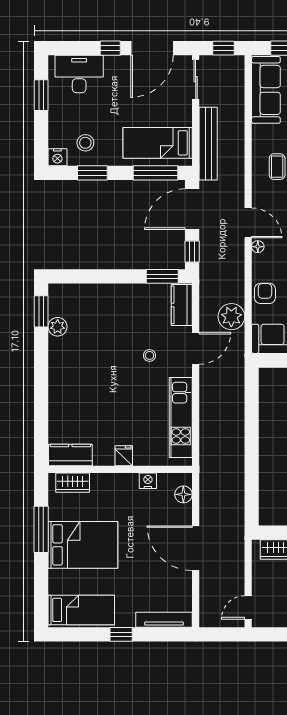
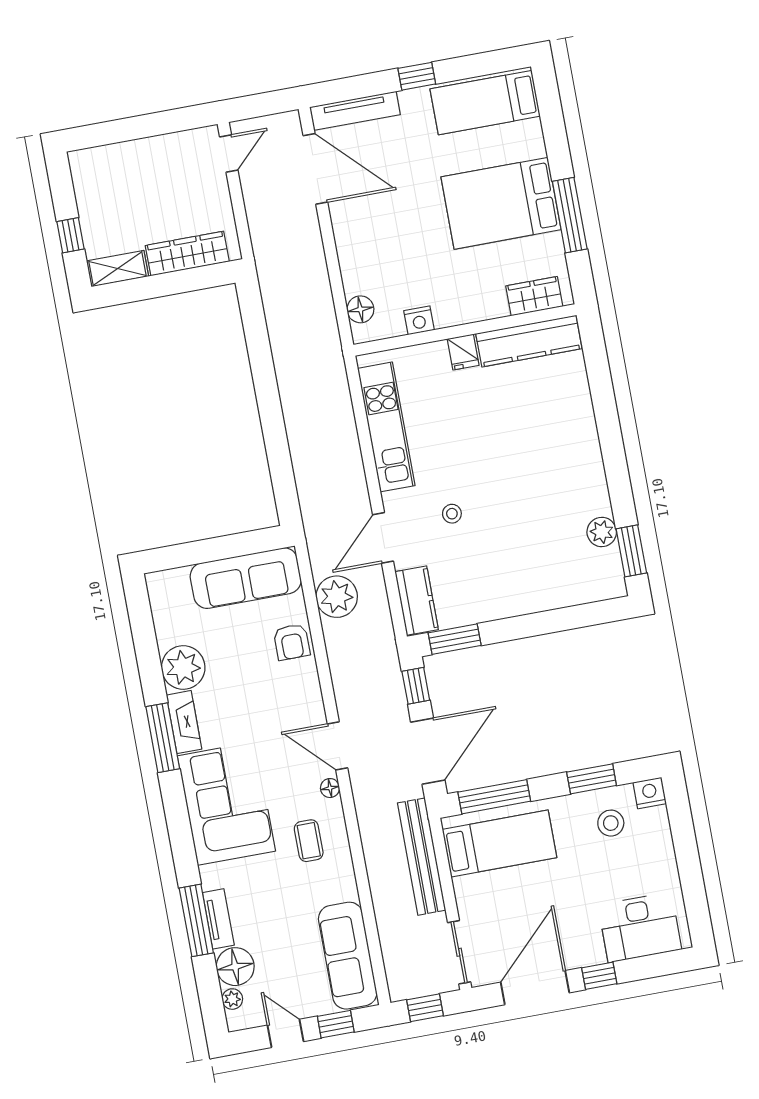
window: (41, 95) -> (692, 884), removed
floor lamp: (258, 247) -> (330, 788), moved
kitchen counter: (70, 455) -> (529, 341), width x1.50
door: (196, 548) -> (315, 169), moved

